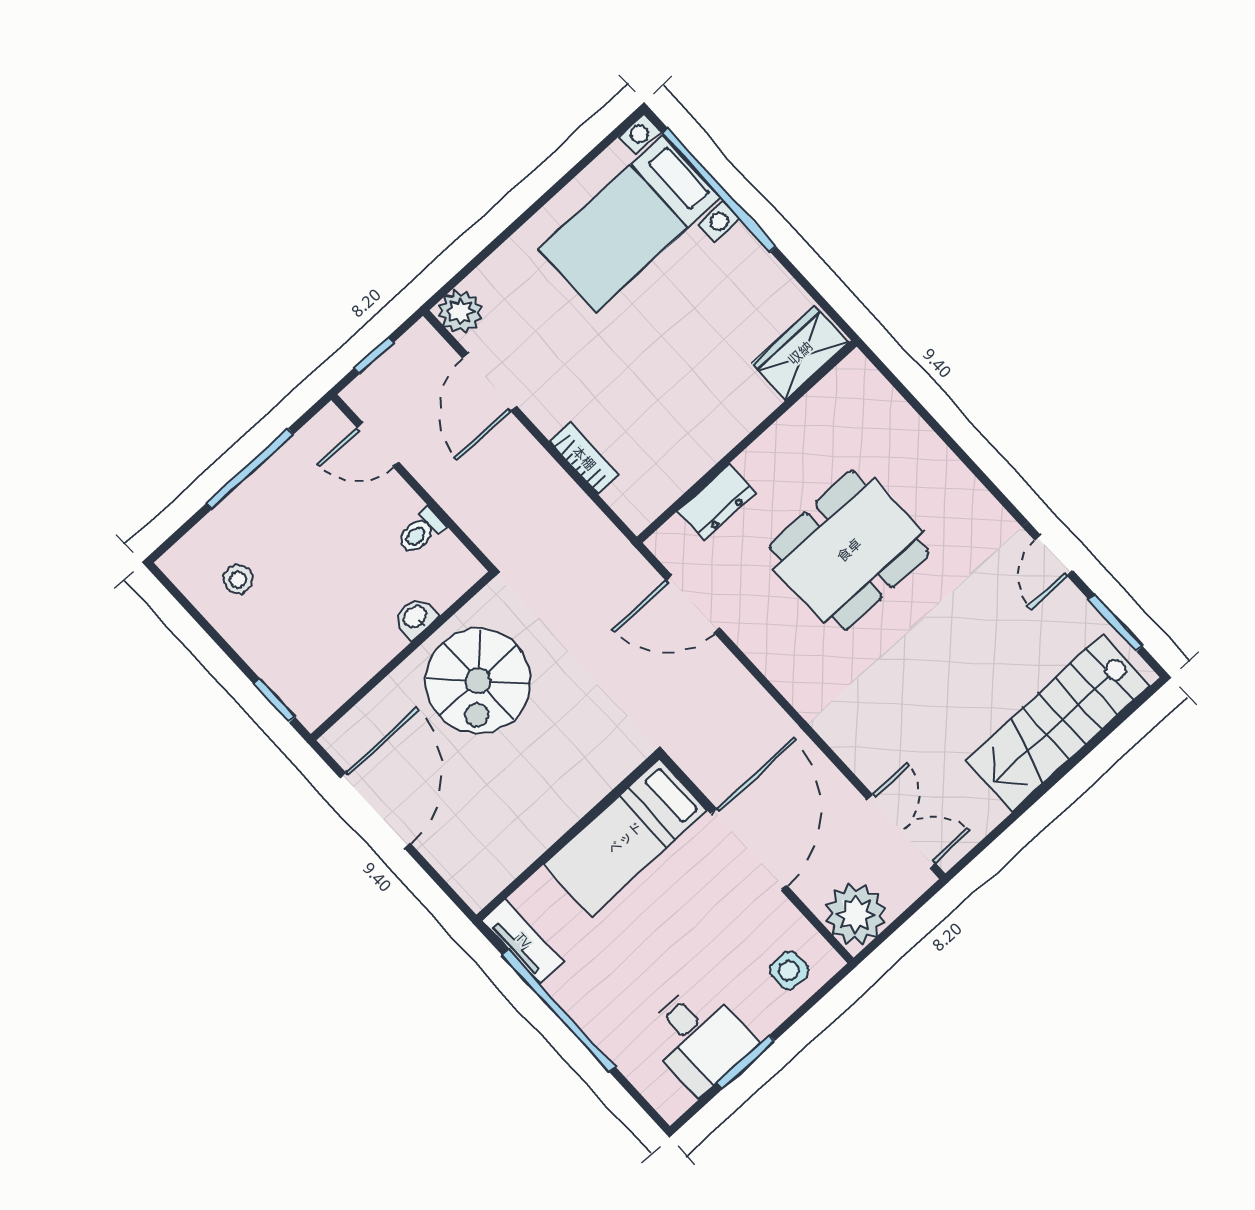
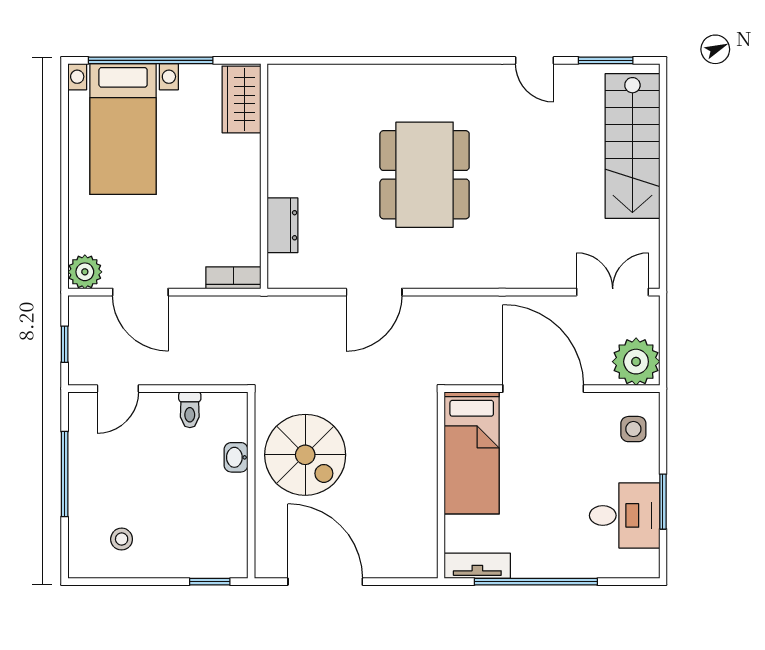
wardrobe: (800, 353) -> (241, 99), moved
wall: (747, 442) -> (264, 176), moved
dresser: (716, 502) -> (283, 225), moved

